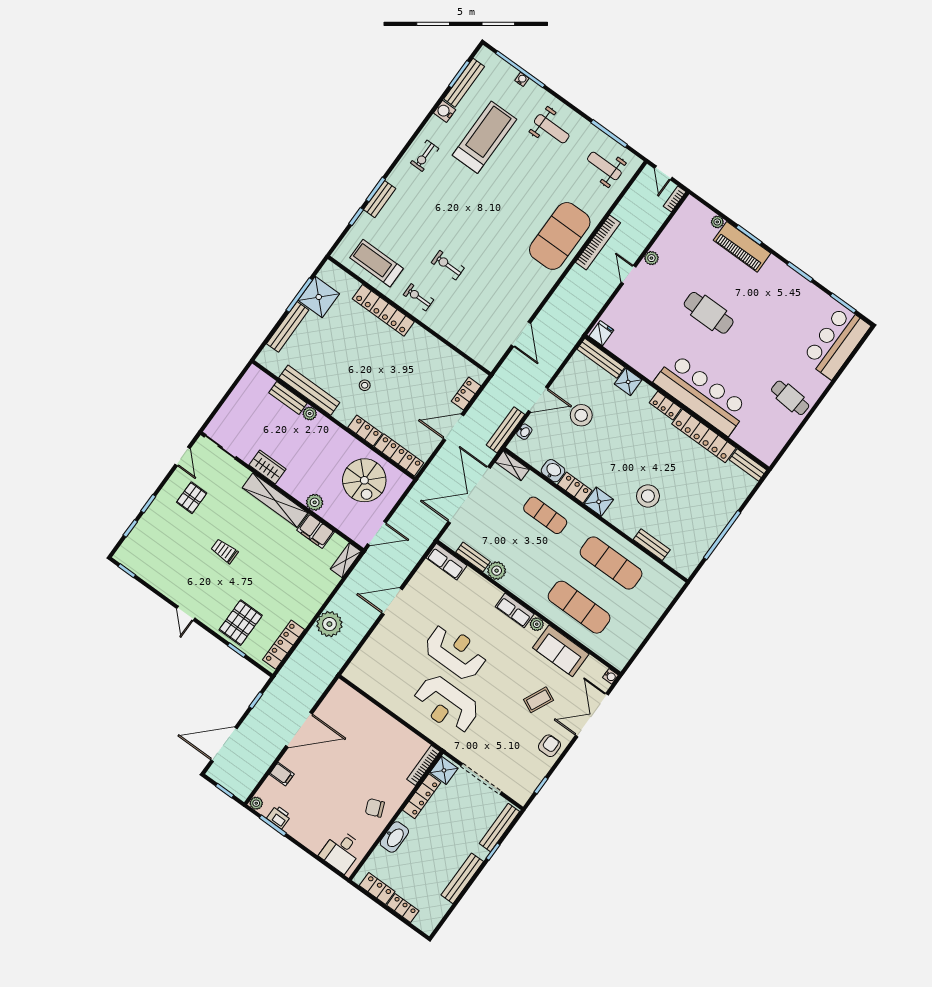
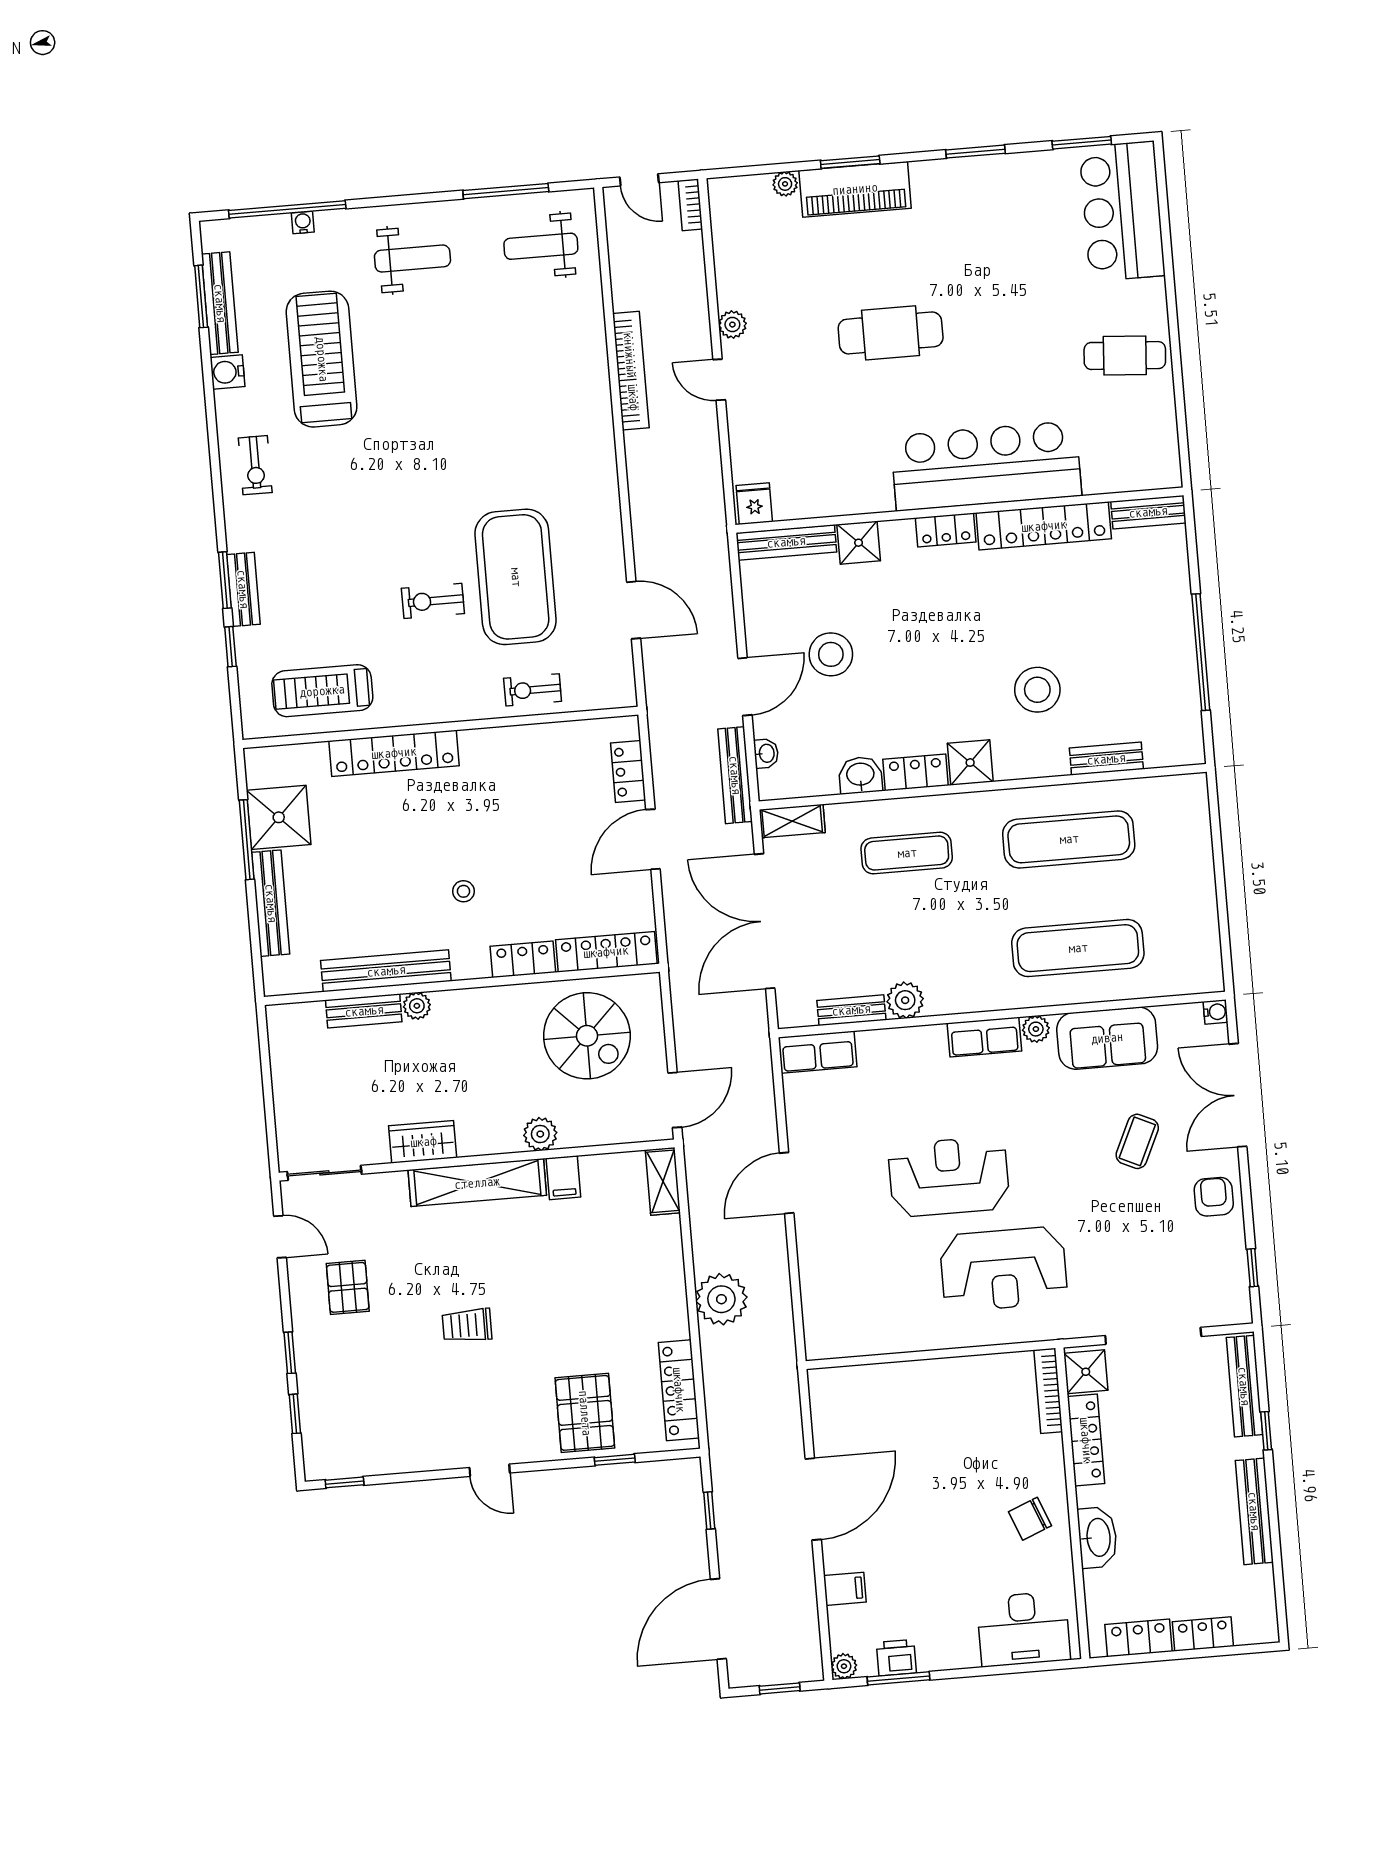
exercise mat: (560, 236) -> (516, 577), moved
exercise bike: (418, 297) -> (533, 690), moved
filing cabinet: (315, 531) -> (563, 1178), width x0.50
desk: (341, 851) -> (1023, 1629), width x1.37

